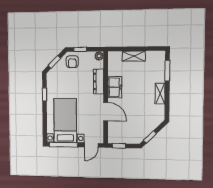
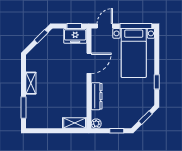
shelving: (134, 56) -> (75, 123), moved
armchair: (72, 62) -> (125, 118), removed
freezer: (115, 87) -> (75, 36), moved, turned -90
door: (106, 112) -> (89, 63), swing flipped

